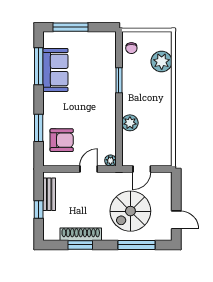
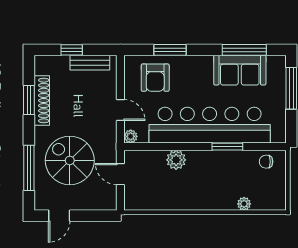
plant: (162, 62) -> (244, 204), width x0.53, depth x0.53
bar counter: (101, 95) -> (210, 125), added

